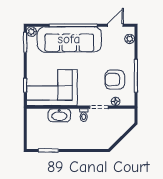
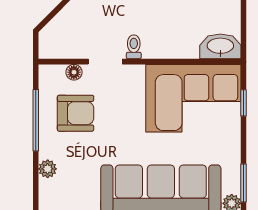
plant: (130, 39) -> (48, 169), moved
washbasin: (59, 115) -> (220, 46), moved

